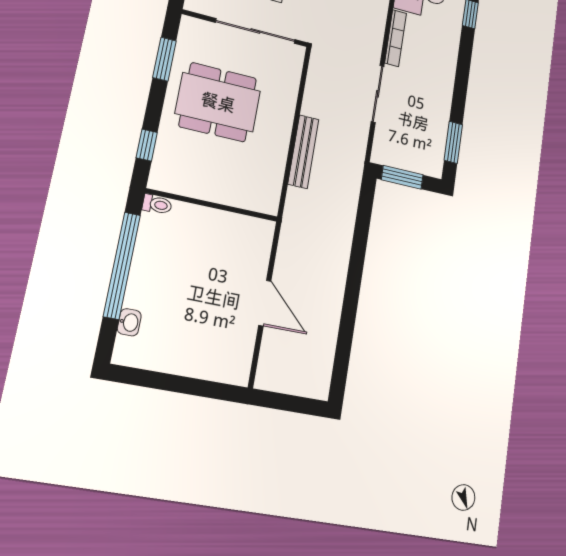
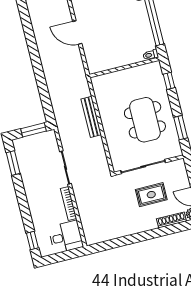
dining table: (218, 102) -> (145, 120), turned 90

